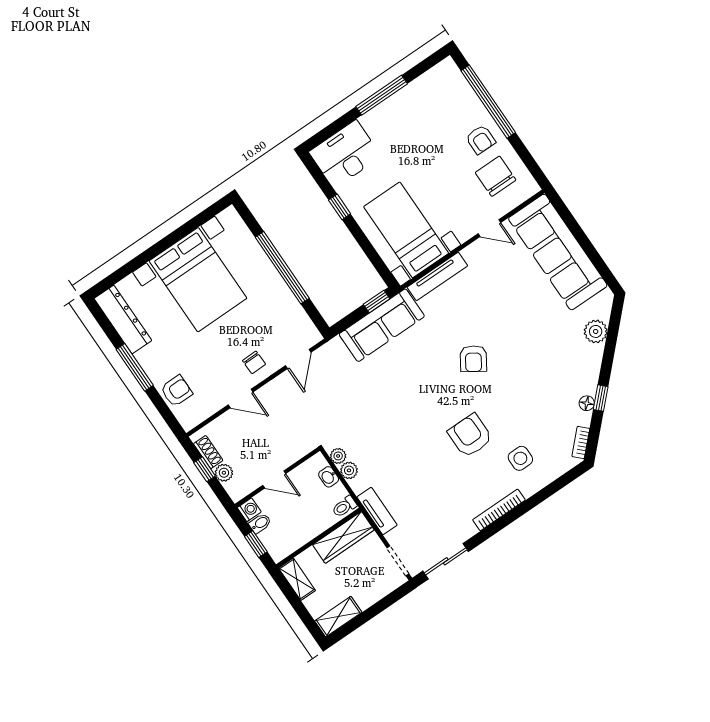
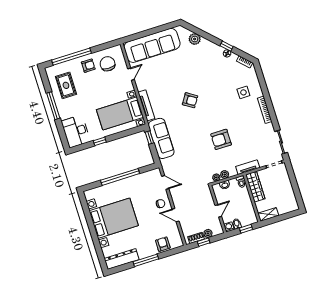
rug: (429, 108) -> (66, 85), added
chair: (496, 176) -> (108, 64), turned 90
door: (241, 399) -> (175, 215), swing flipped
armchair: (470, 436) -> (221, 139), moved
shelving: (338, 617) -> (292, 200), removed

